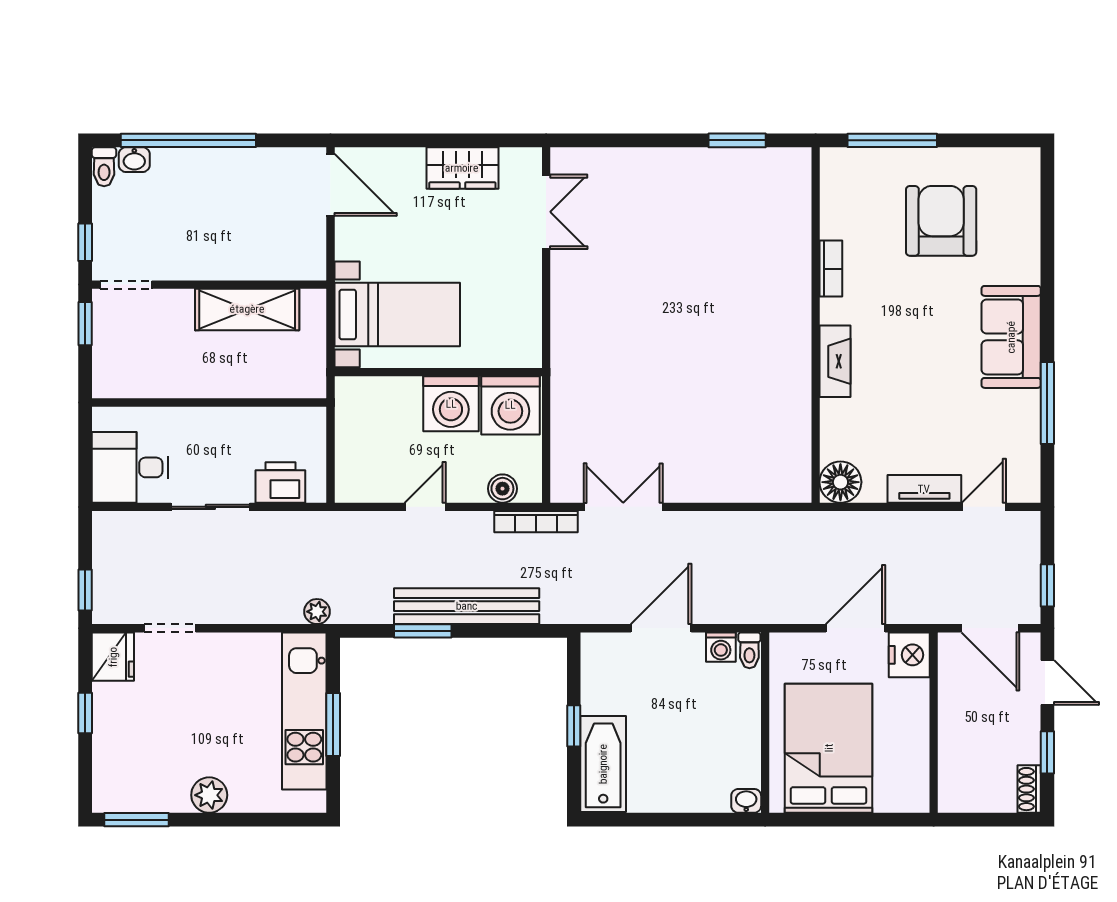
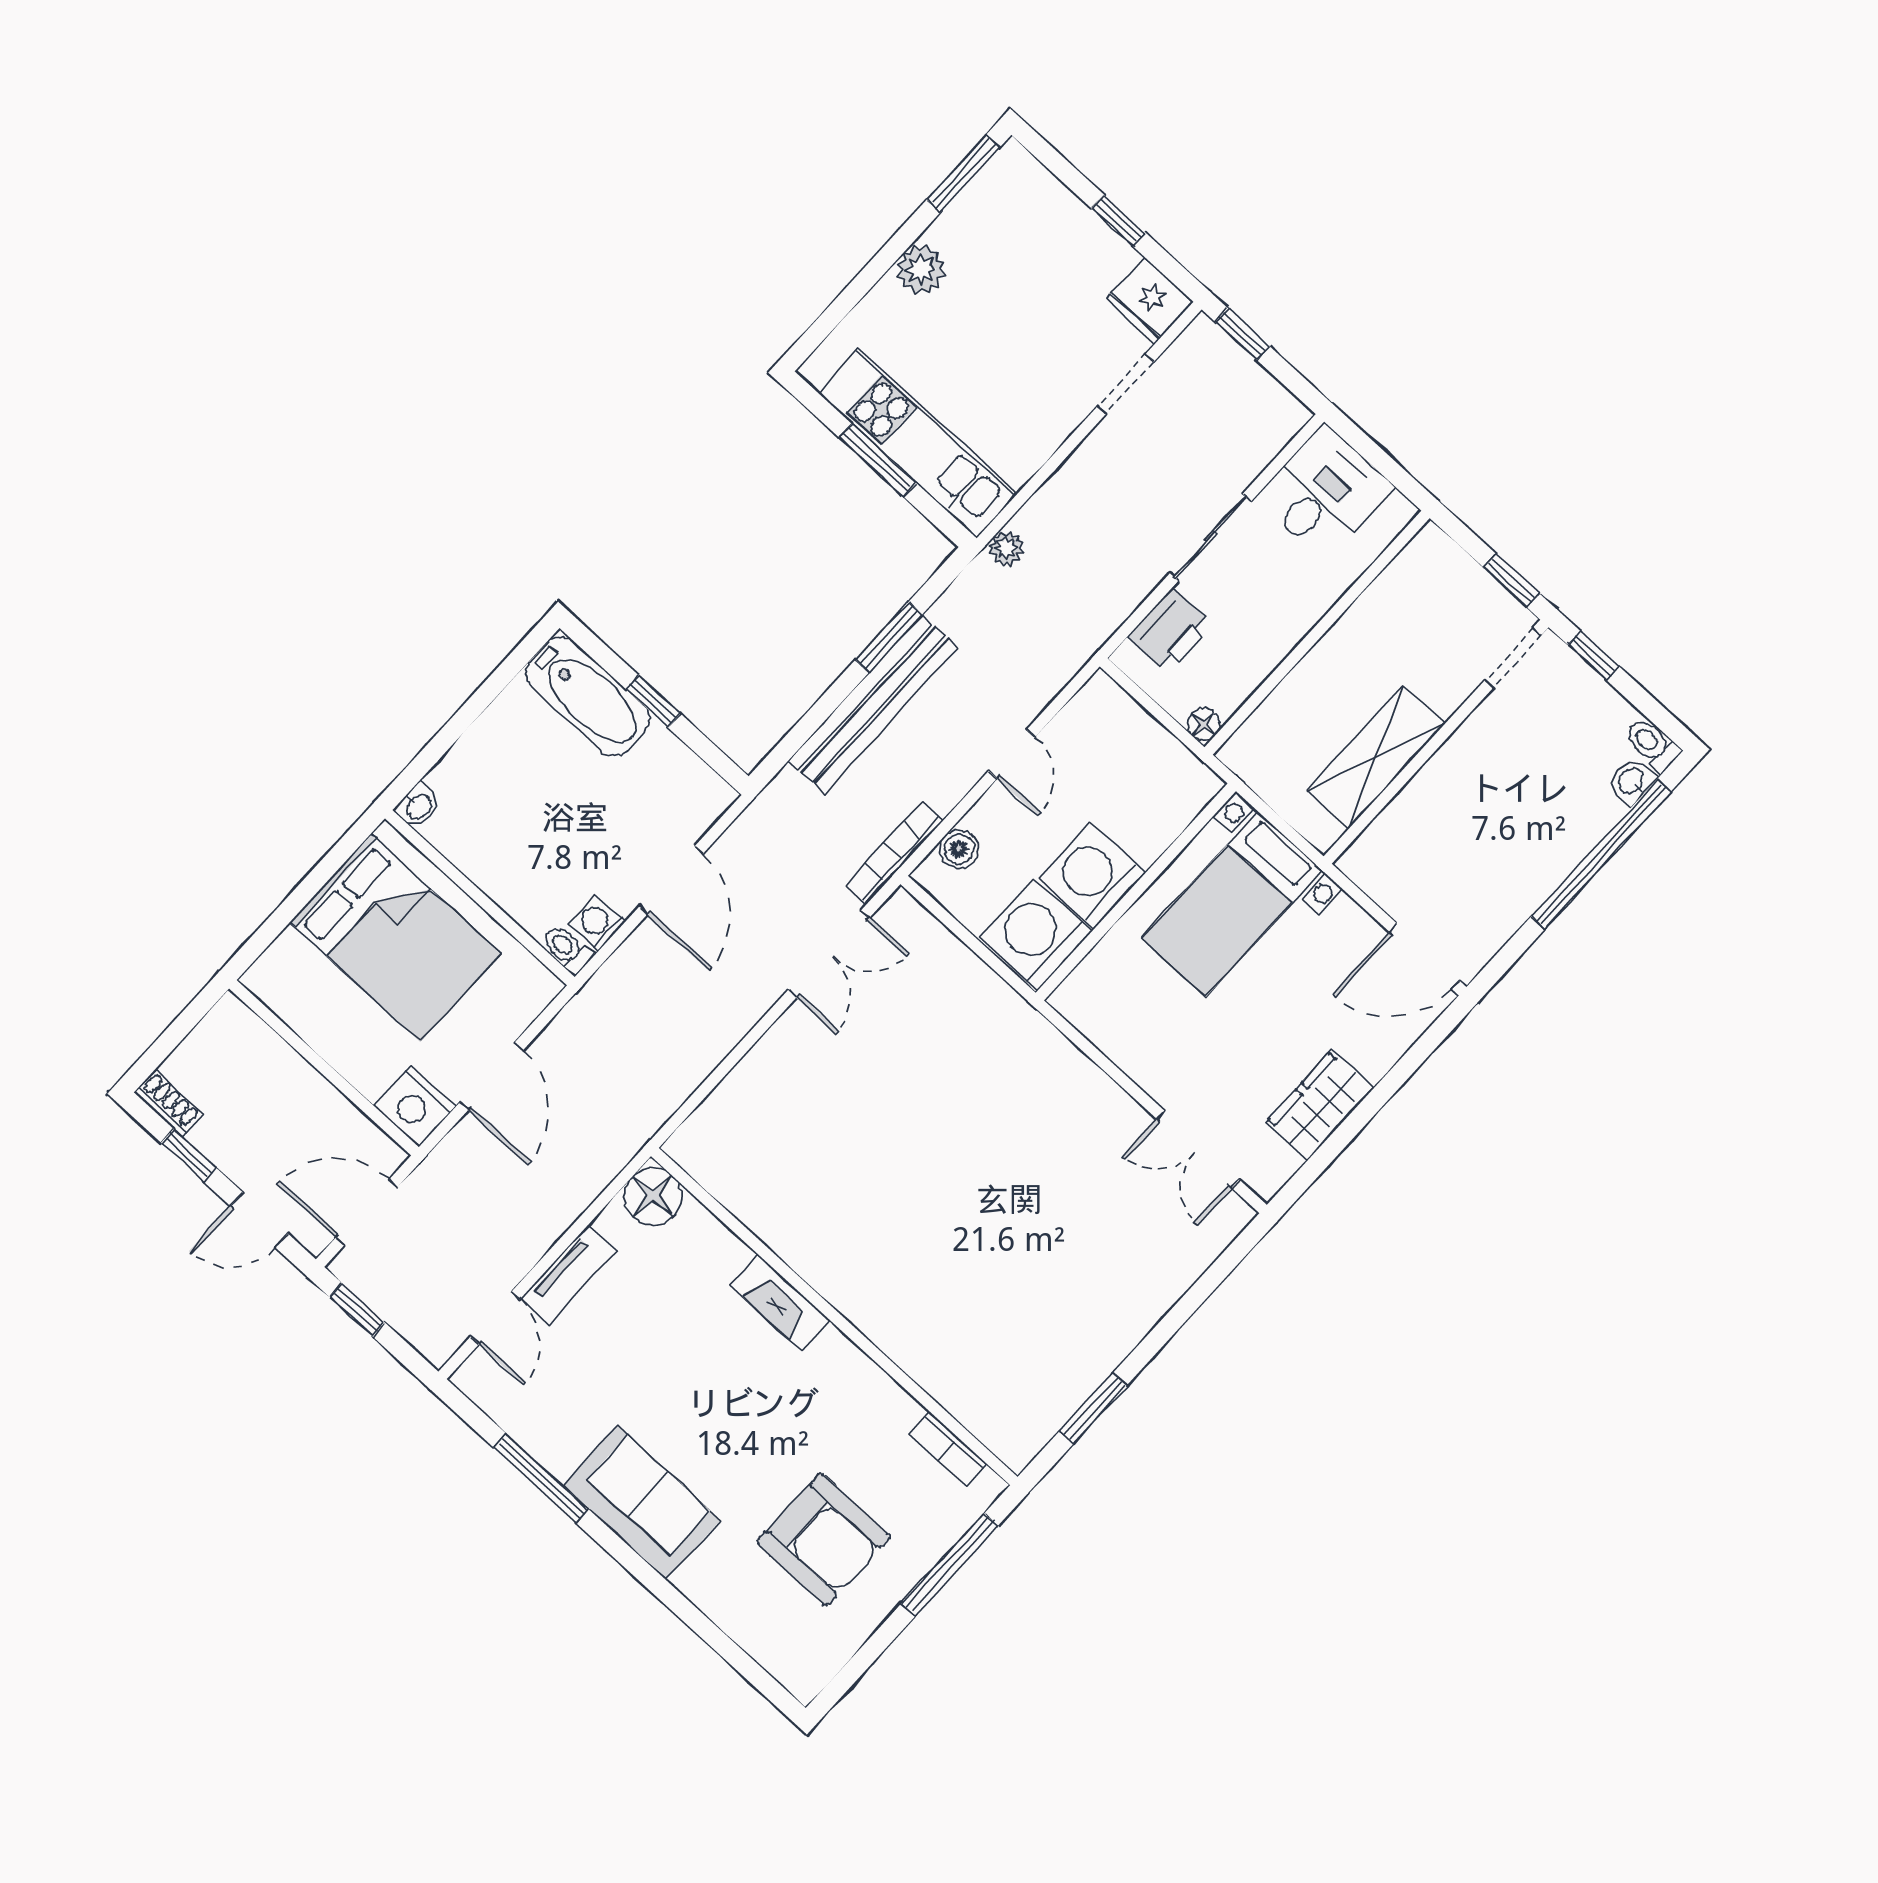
bookcase: (831, 269) -> (948, 1449), moved
floor lamp: (315, 418) -> (1204, 725), added

